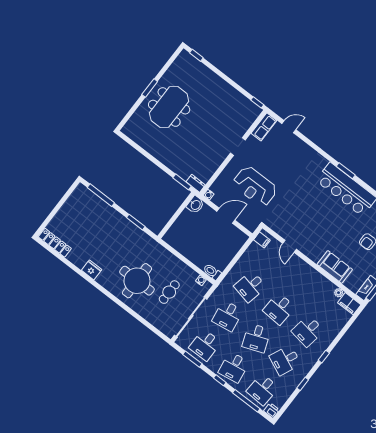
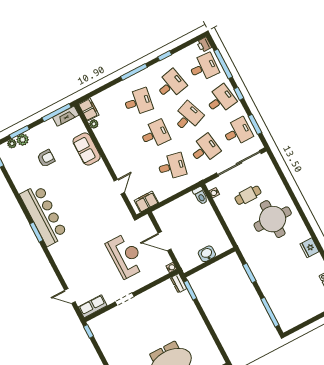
washbasin: (195, 205) -> (207, 254), moved
filing cabinet: (262, 240) -> (146, 202), width x2.00
window: (324, 357) -> (134, 72), width x2.17
desk: (285, 360) -> (171, 85), turned -36

